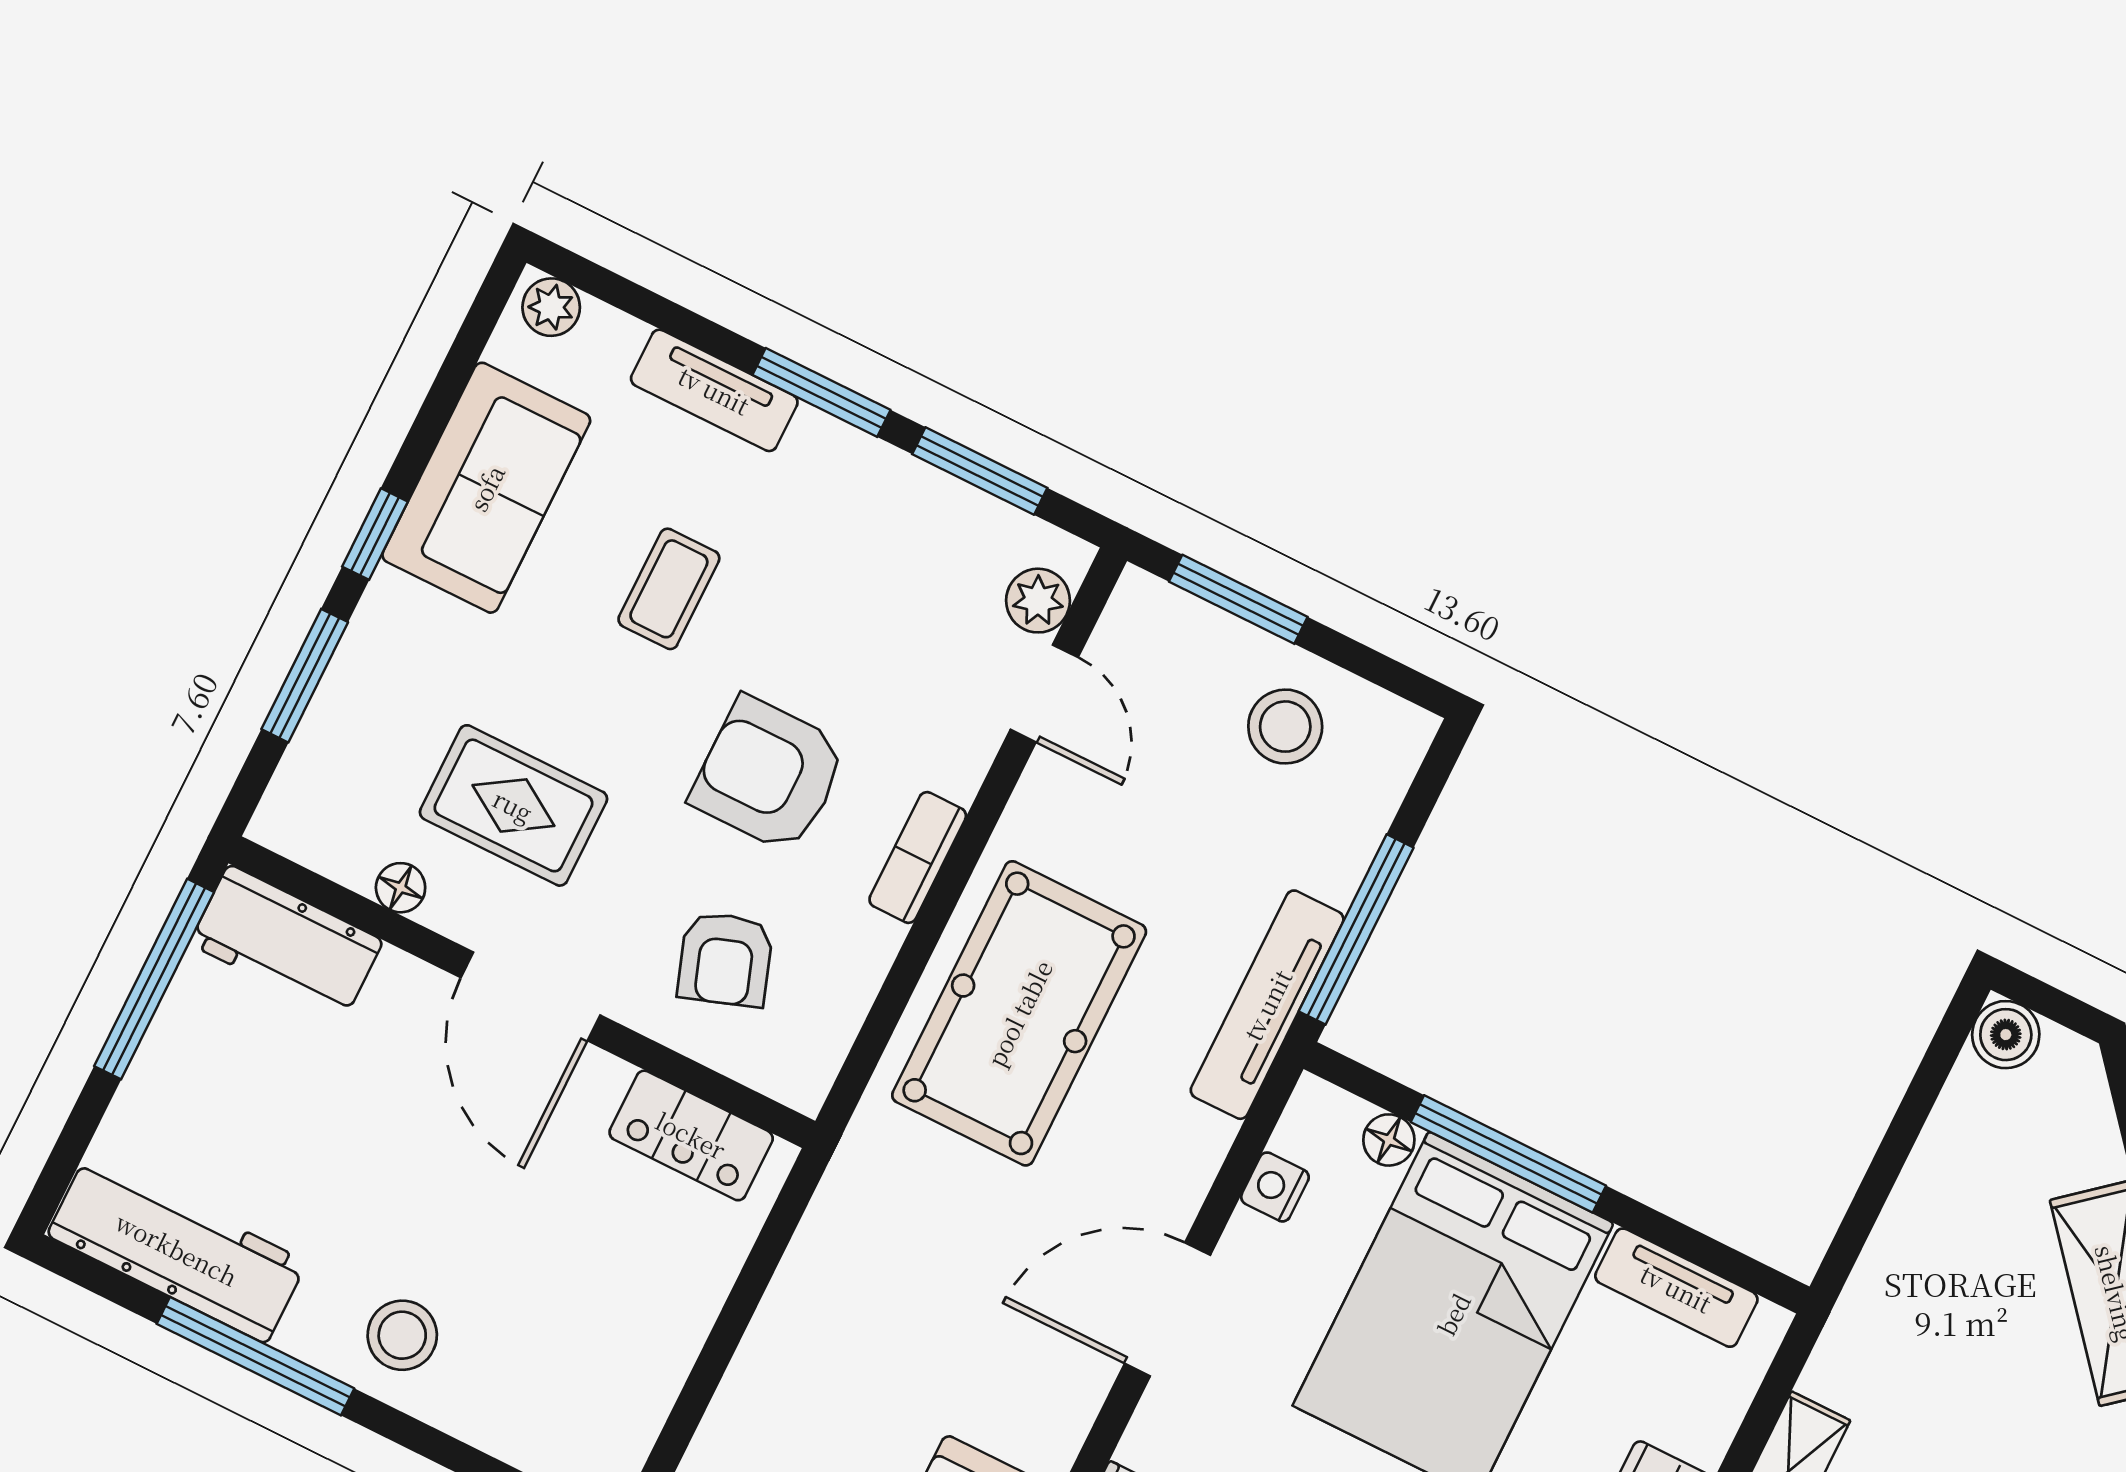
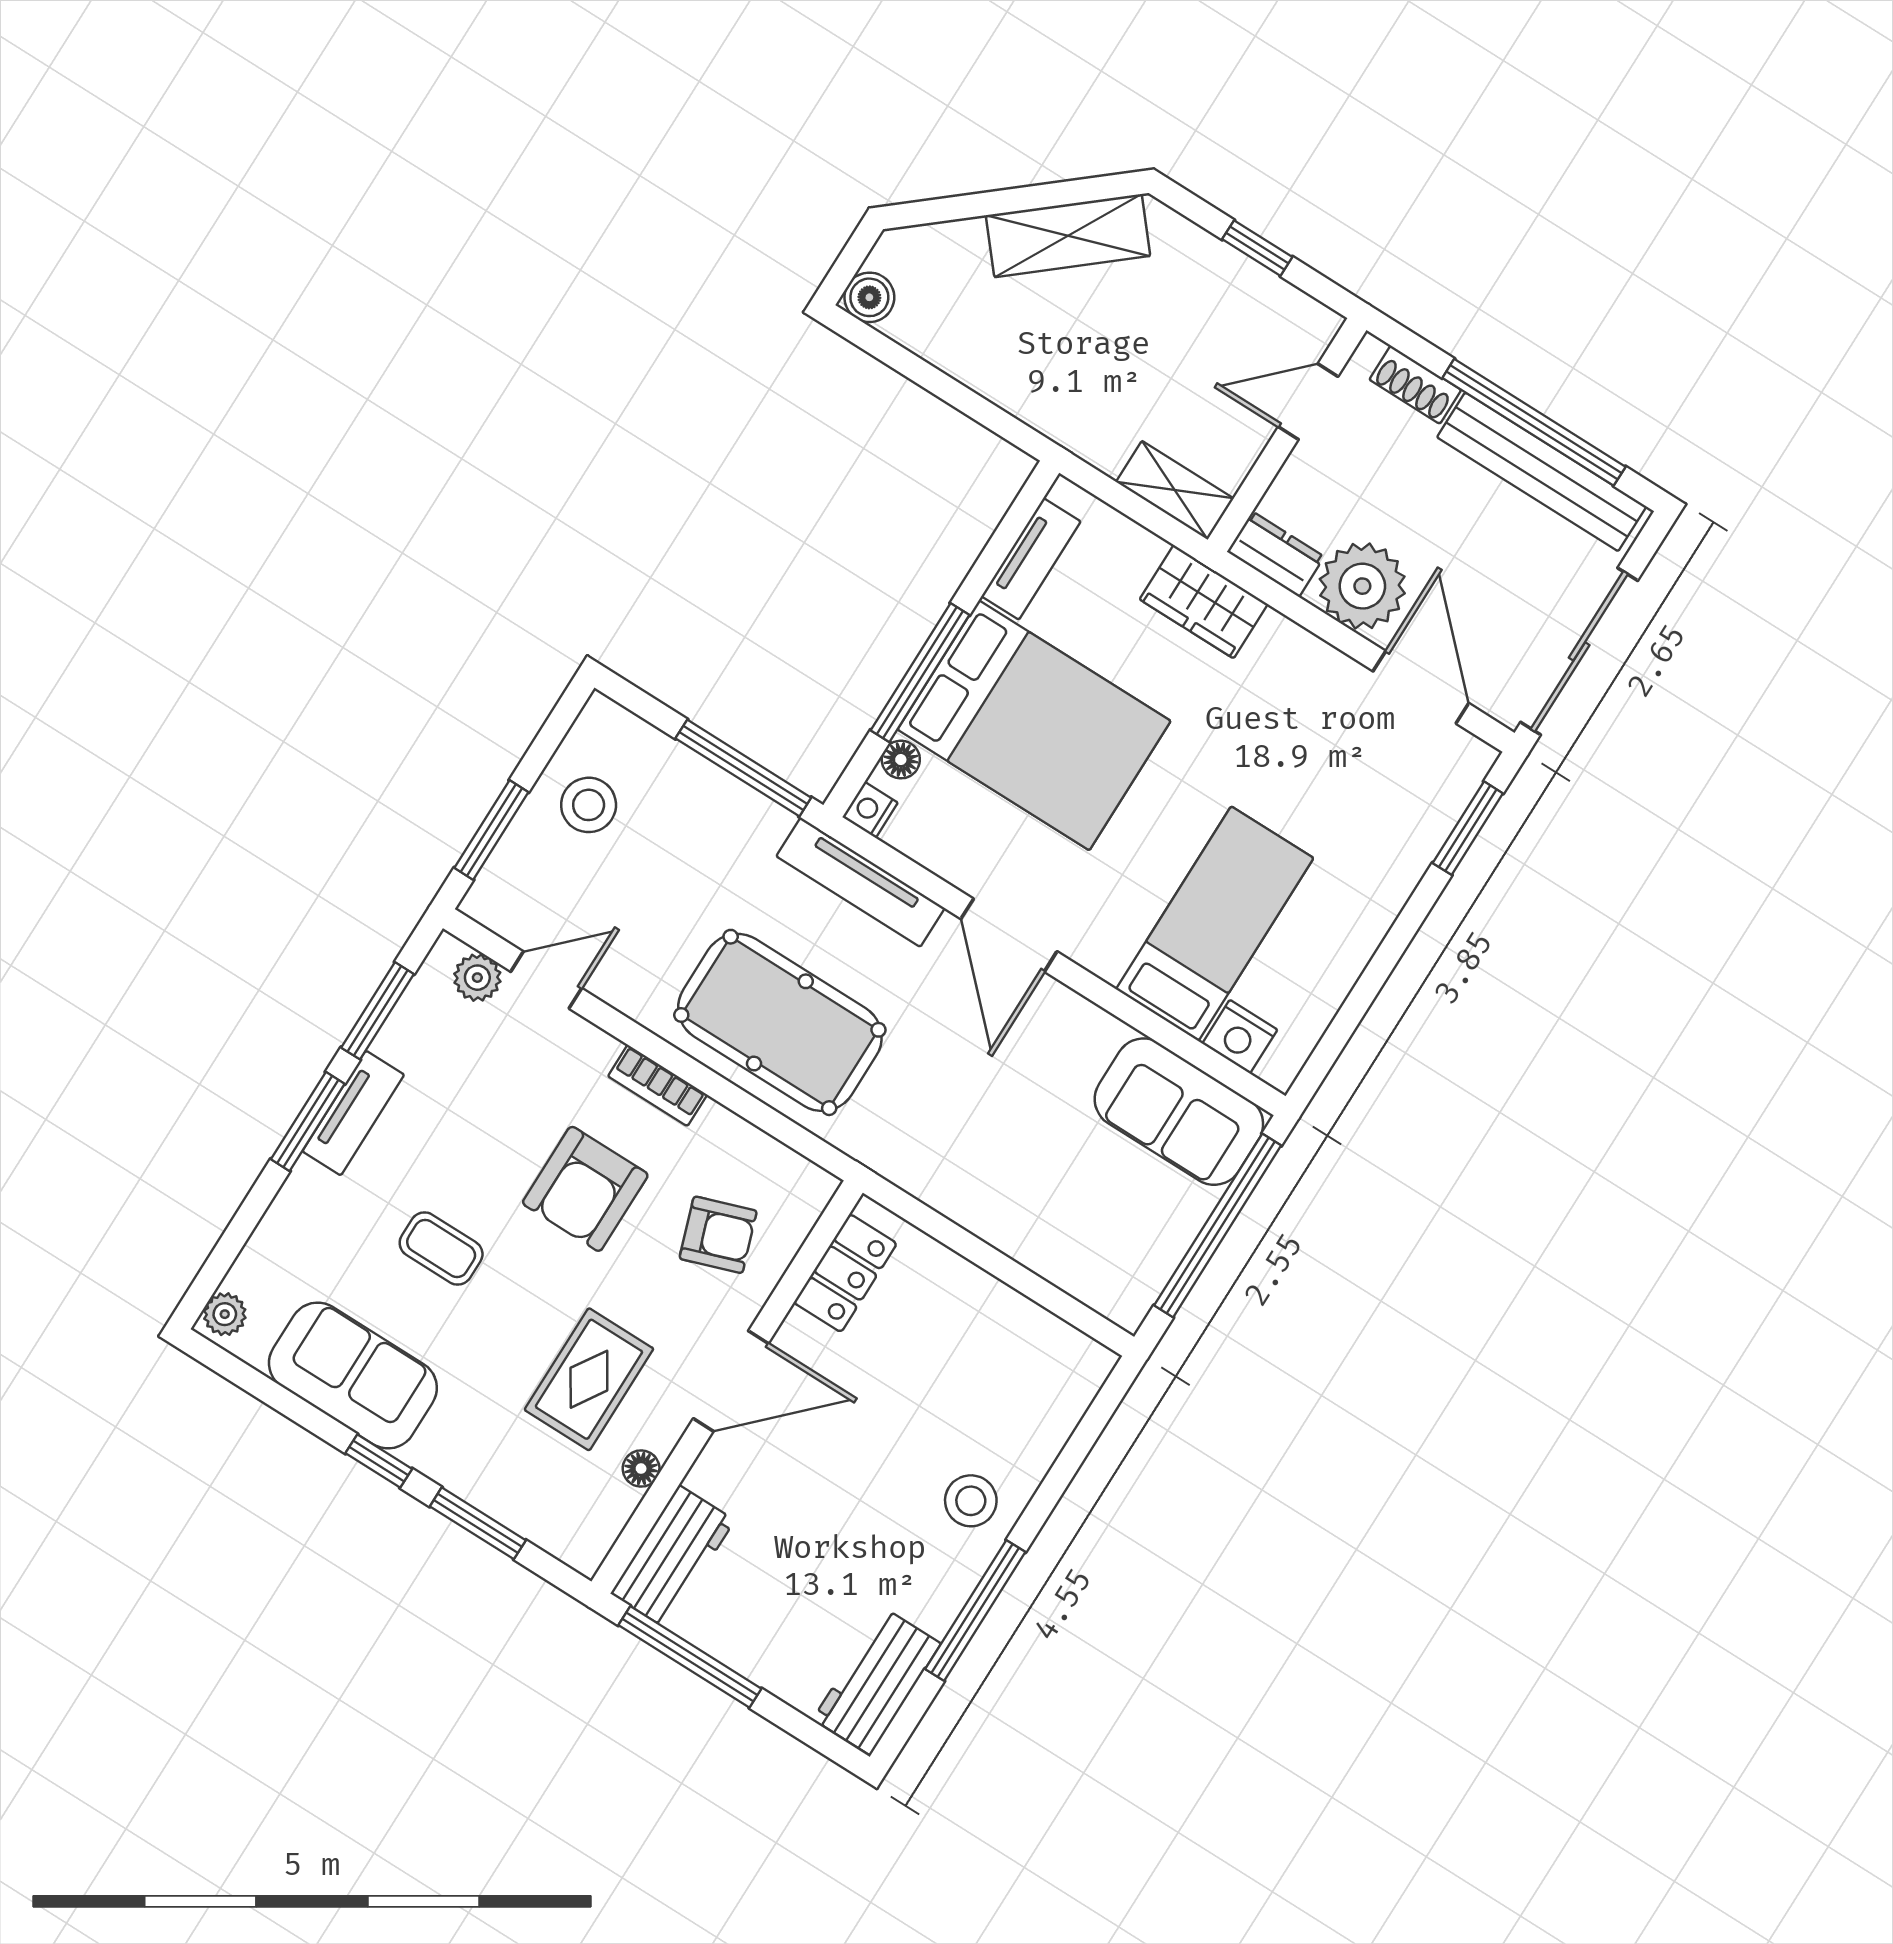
tv unit: (714, 390) -> (353, 1113), moved
tv unit: (1267, 1005) -> (860, 882), moved
nightstand: (1275, 1187) -> (870, 810), moved, turned 90
workbench: (177, 1249) -> (877, 1681), width x0.73

